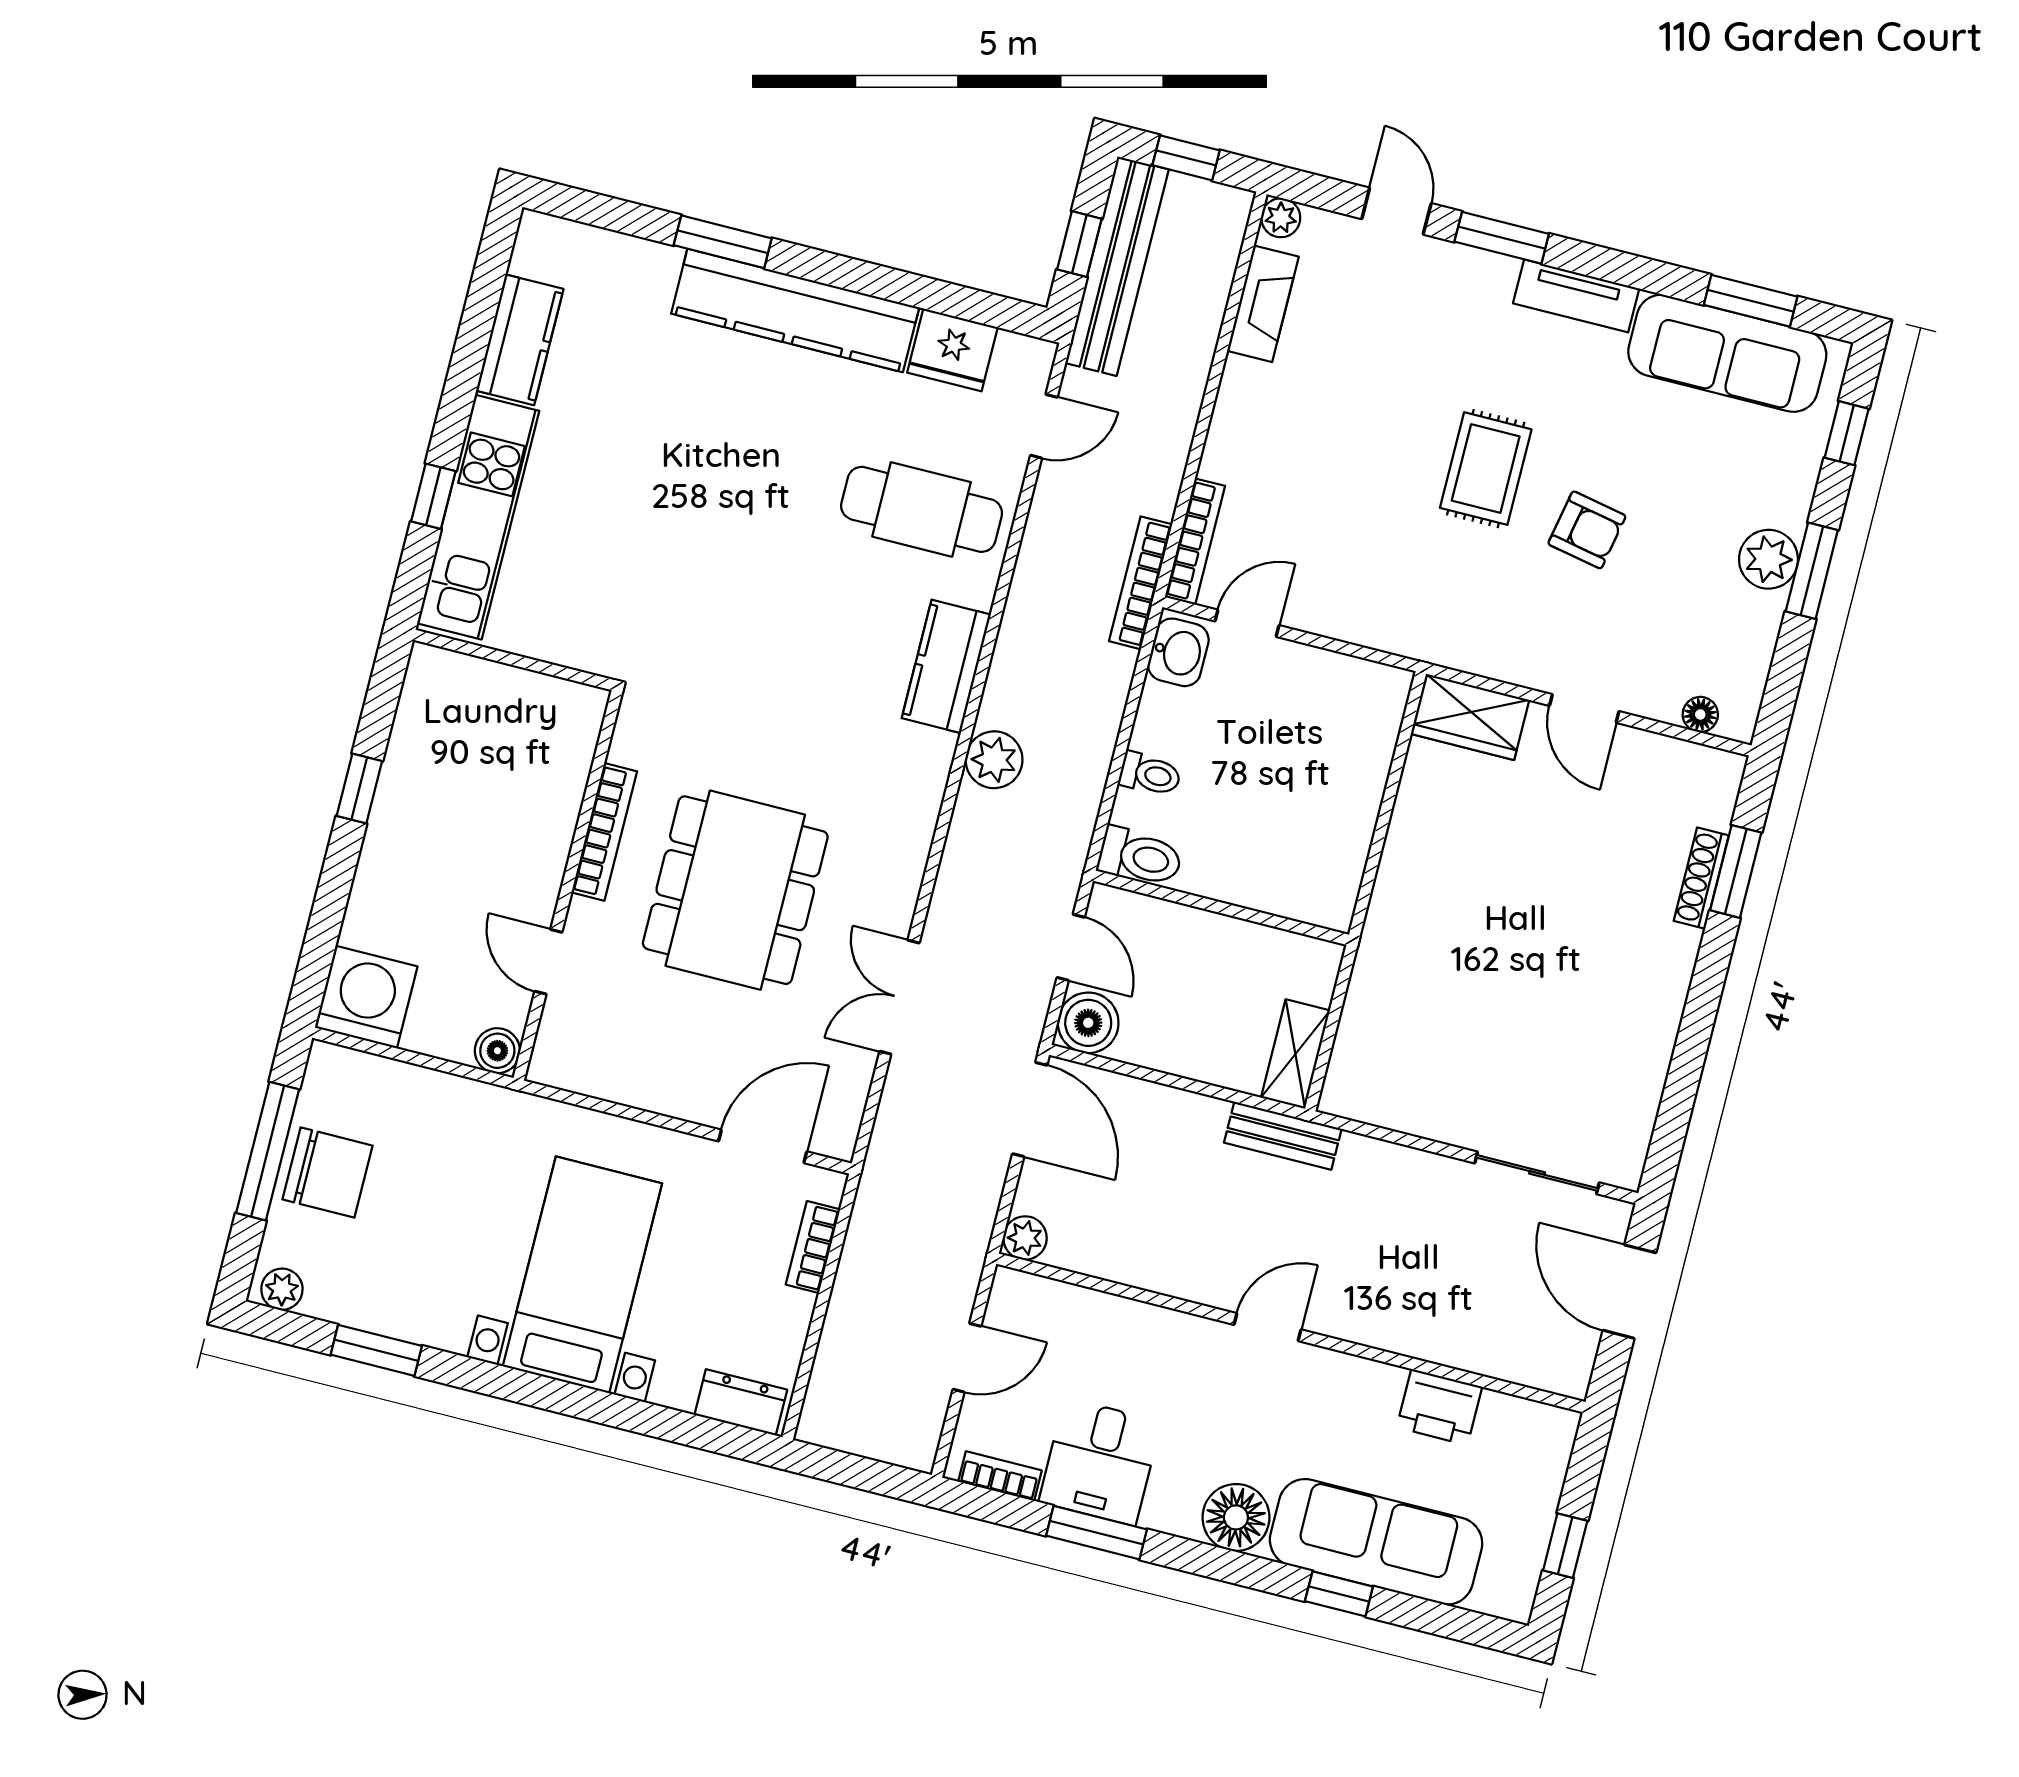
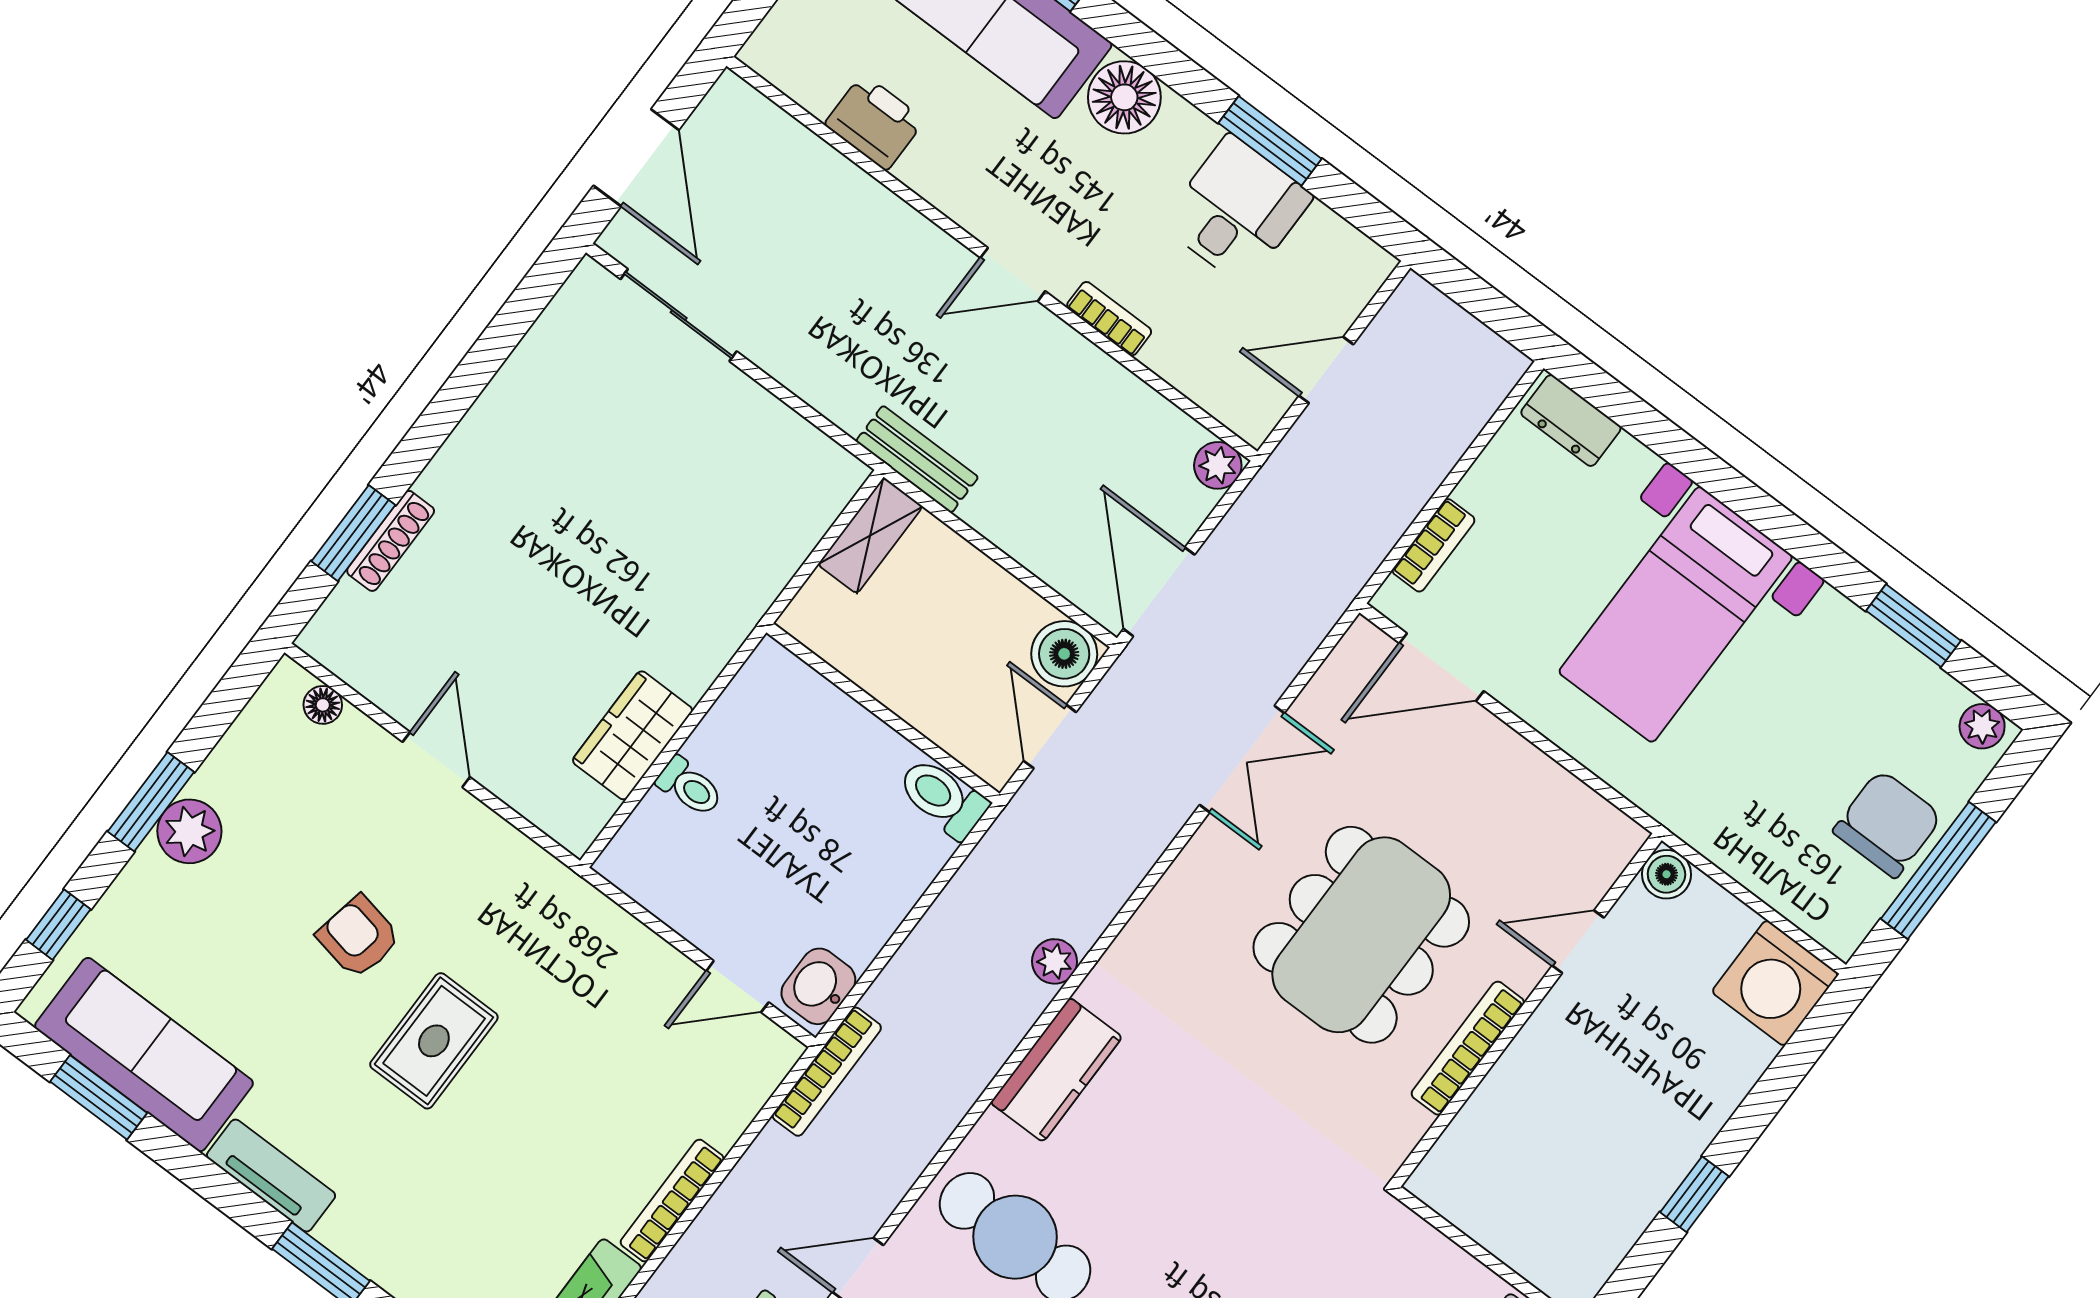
bookcase: (1195, 542) -> (672, 1200), moved
wardrobe: (1470, 717) -> (633, 735), moved, turned -90
plant: (994, 760) -> (1054, 961), width x0.73, depth x0.73
toilet: (1150, 774) -> (690, 787), moved, turned 180
door: (548, 962) -> (1578, 942), swing flipped
chair: (327, 1173) -> (1887, 824), turned 90
bookcase: (1000, 1476) -> (1109, 319), moved, turned 180

